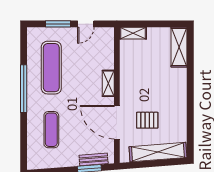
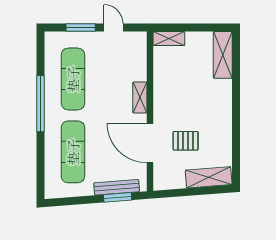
door: (86, 24) -> (113, 28), swing flipped
exercise mat: (51, 130) -> (73, 152), width x1.36, depth x1.45
shelving: (158, 152) -> (209, 177), width x0.68
bench: (94, 159) -> (117, 187), width x1.36

